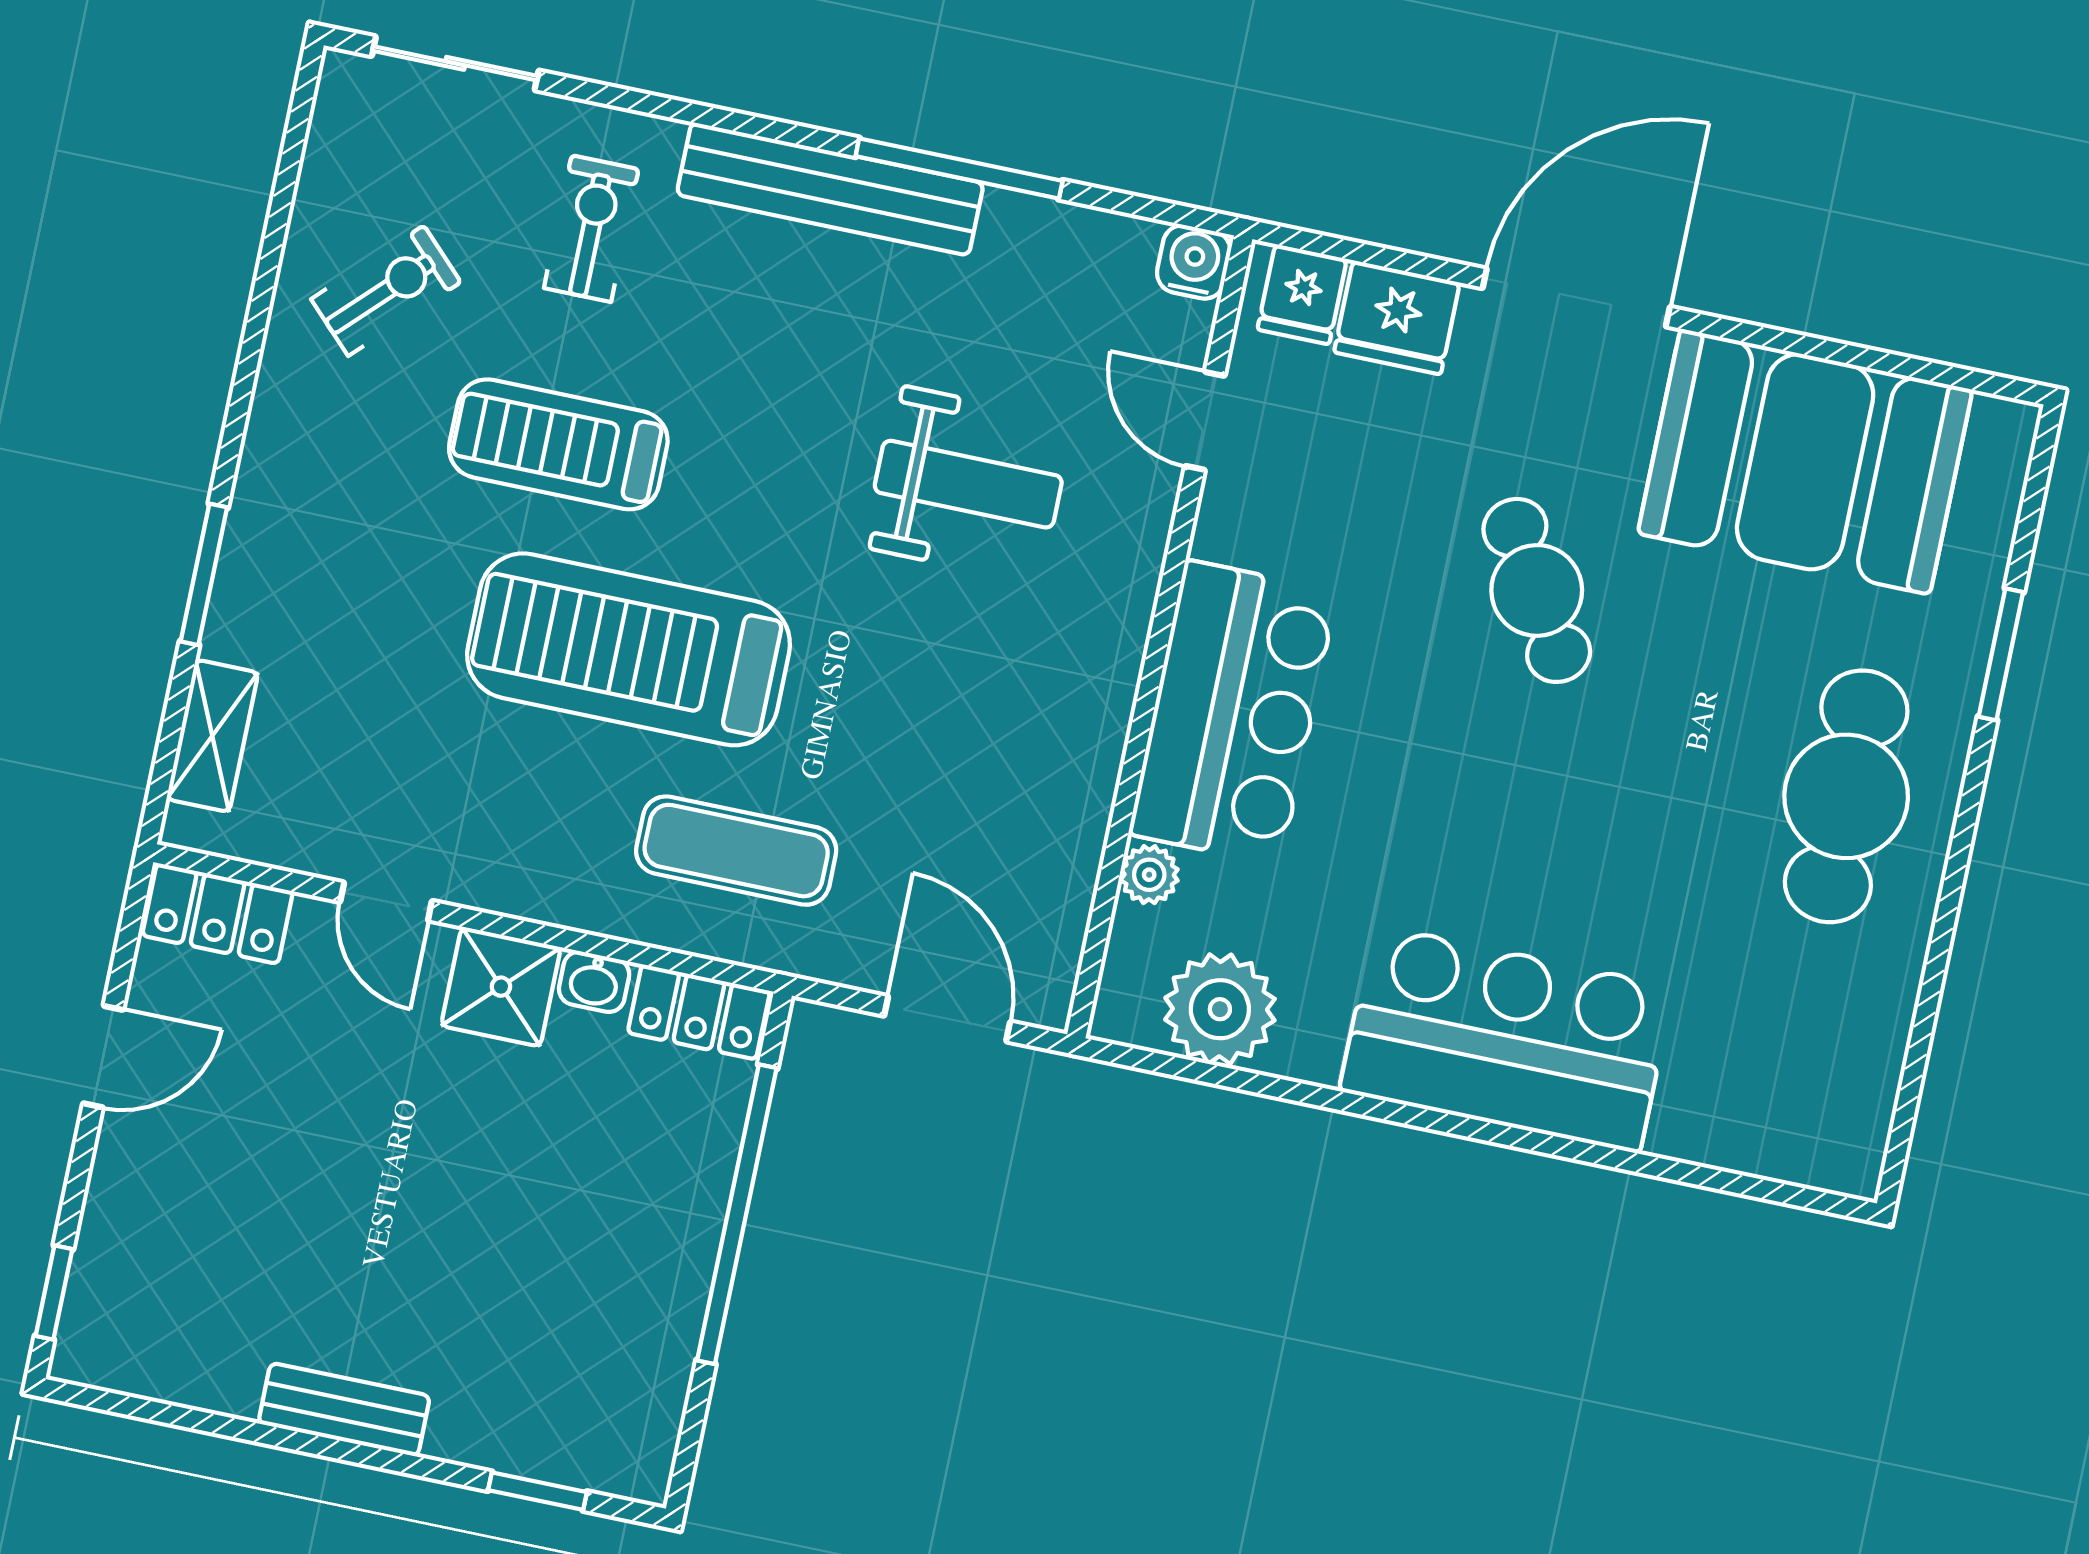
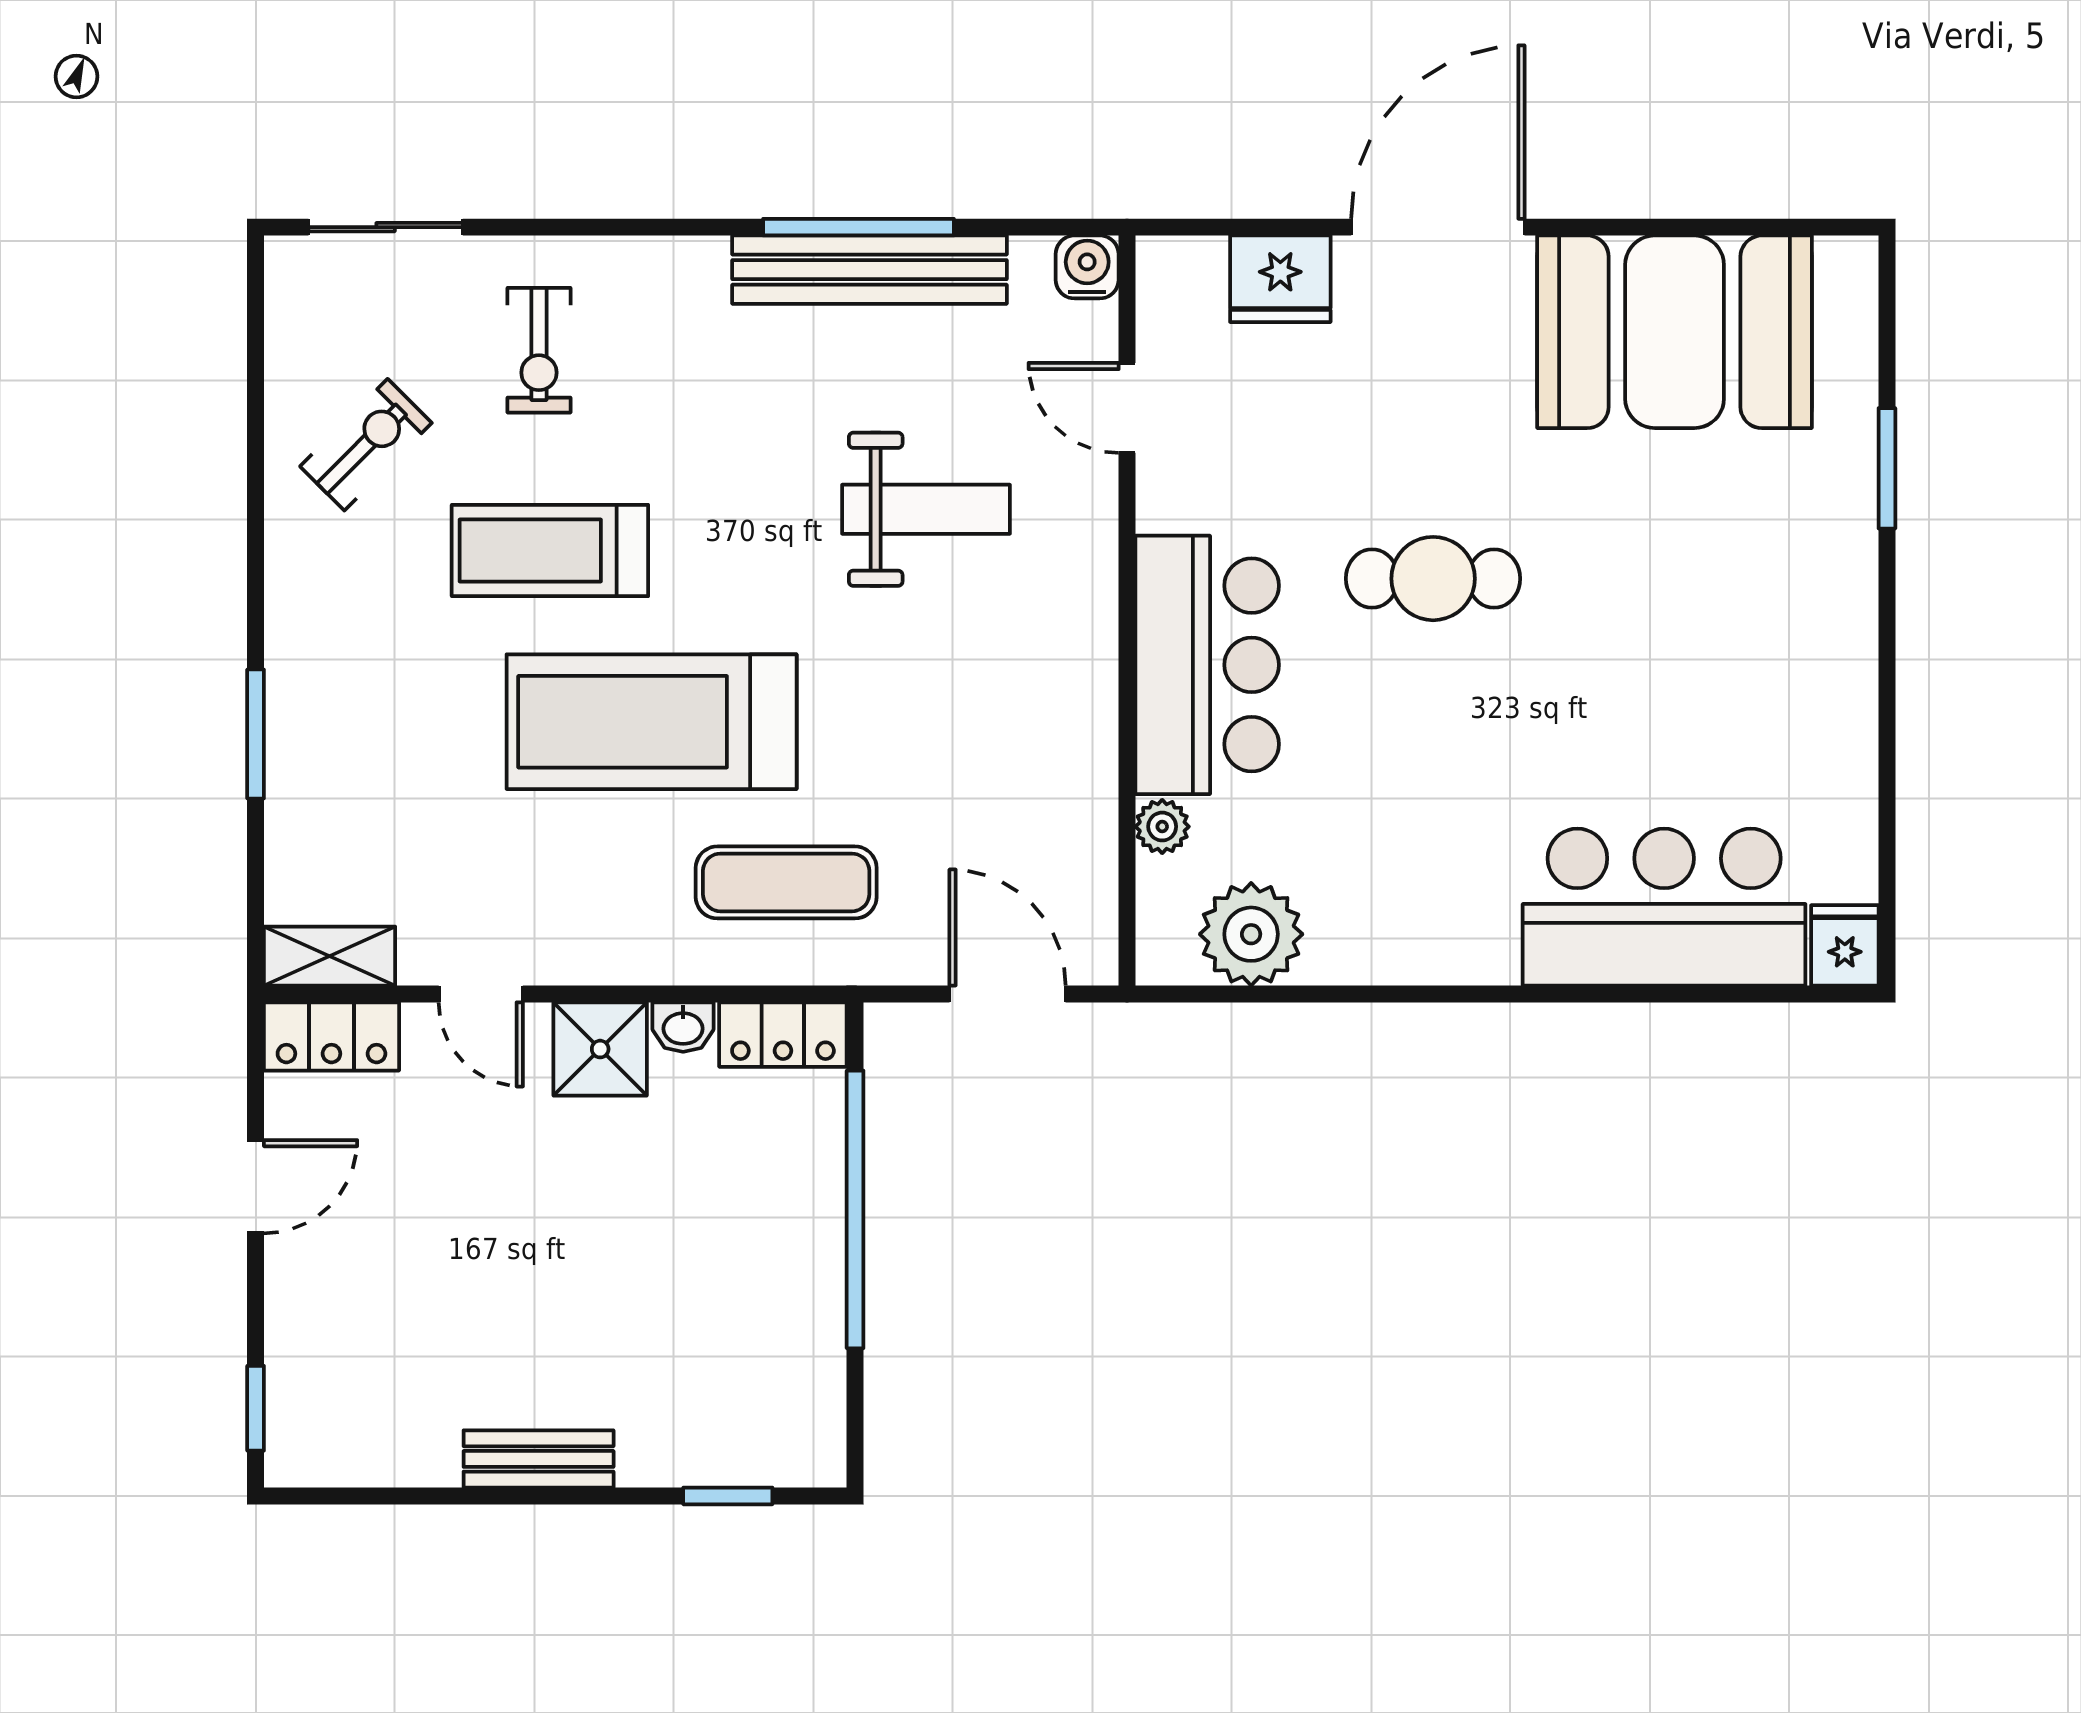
bench: (830, 189) -> (869, 270), moved
exercise bike: (591, 229) -> (539, 350), turned 180
fridge: (1302, 294) -> (1845, 945), moved, turned 180
cafe table: (1537, 590) -> (1433, 579), moved, turned -59
shelving: (212, 736) -> (330, 956), moved, turned 90
cafe table: (1846, 796) -> (1774, 625), removed
bar counter: (1507, 1039) -> (1664, 907), moved

